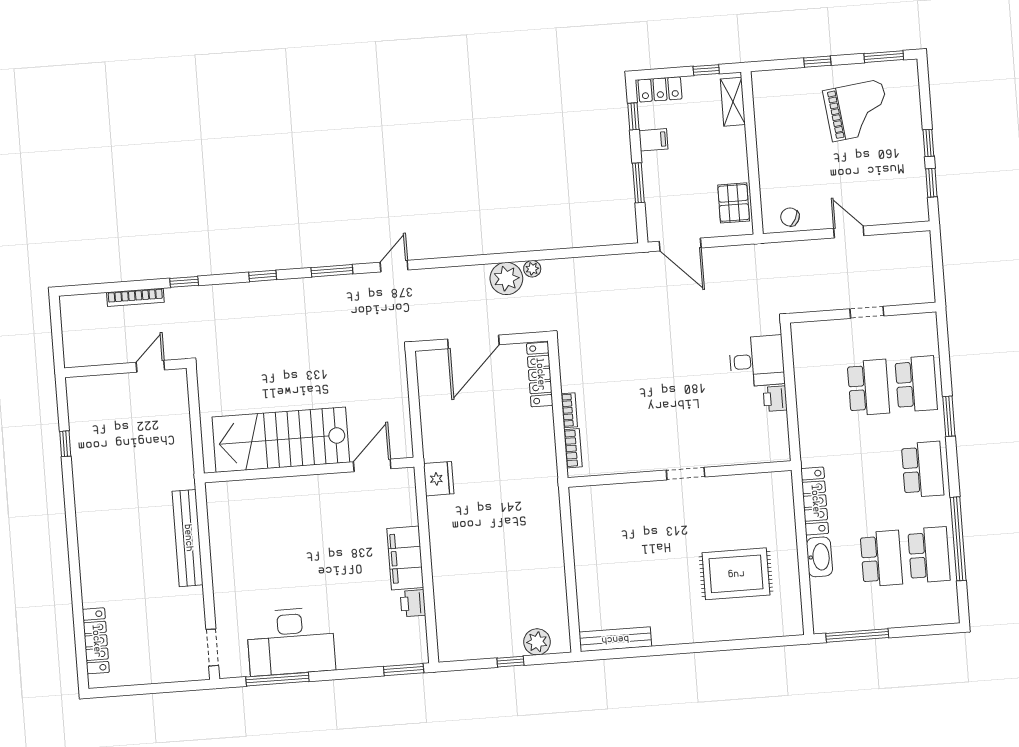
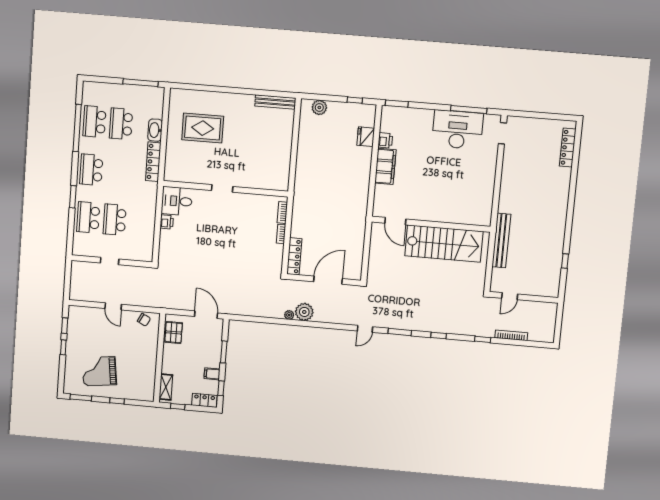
desk: (757, 361) -> (177, 201), moved
door: (372, 465) -> (395, 221), hinge flipped
fridge: (439, 479) -> (366, 137), moved
bench: (188, 538) -> (501, 240), moved
window: (510, 662) -> (355, 100), moved

